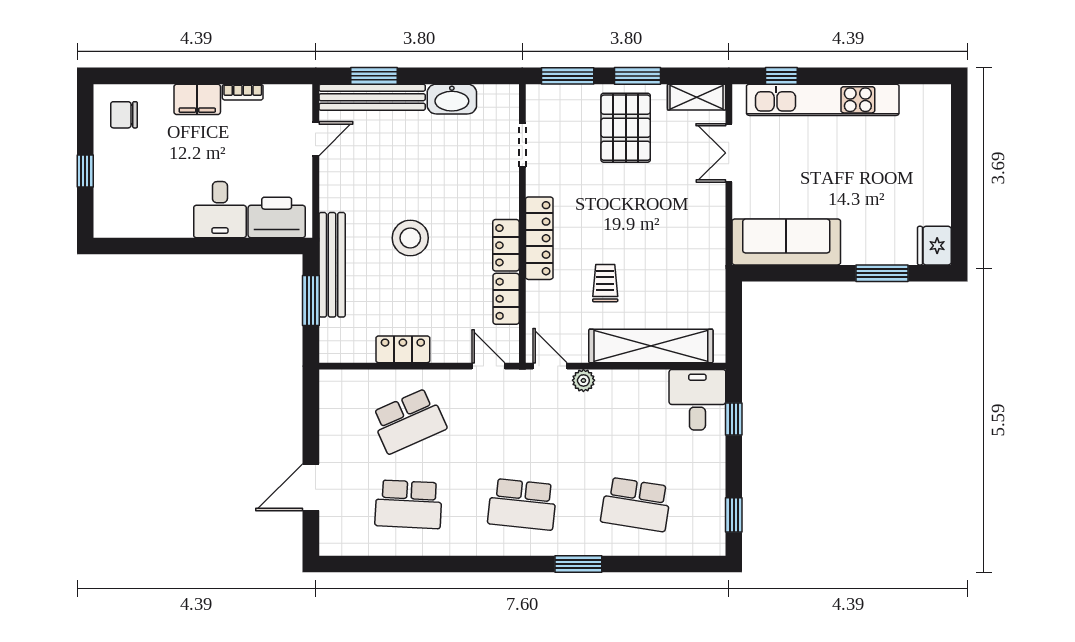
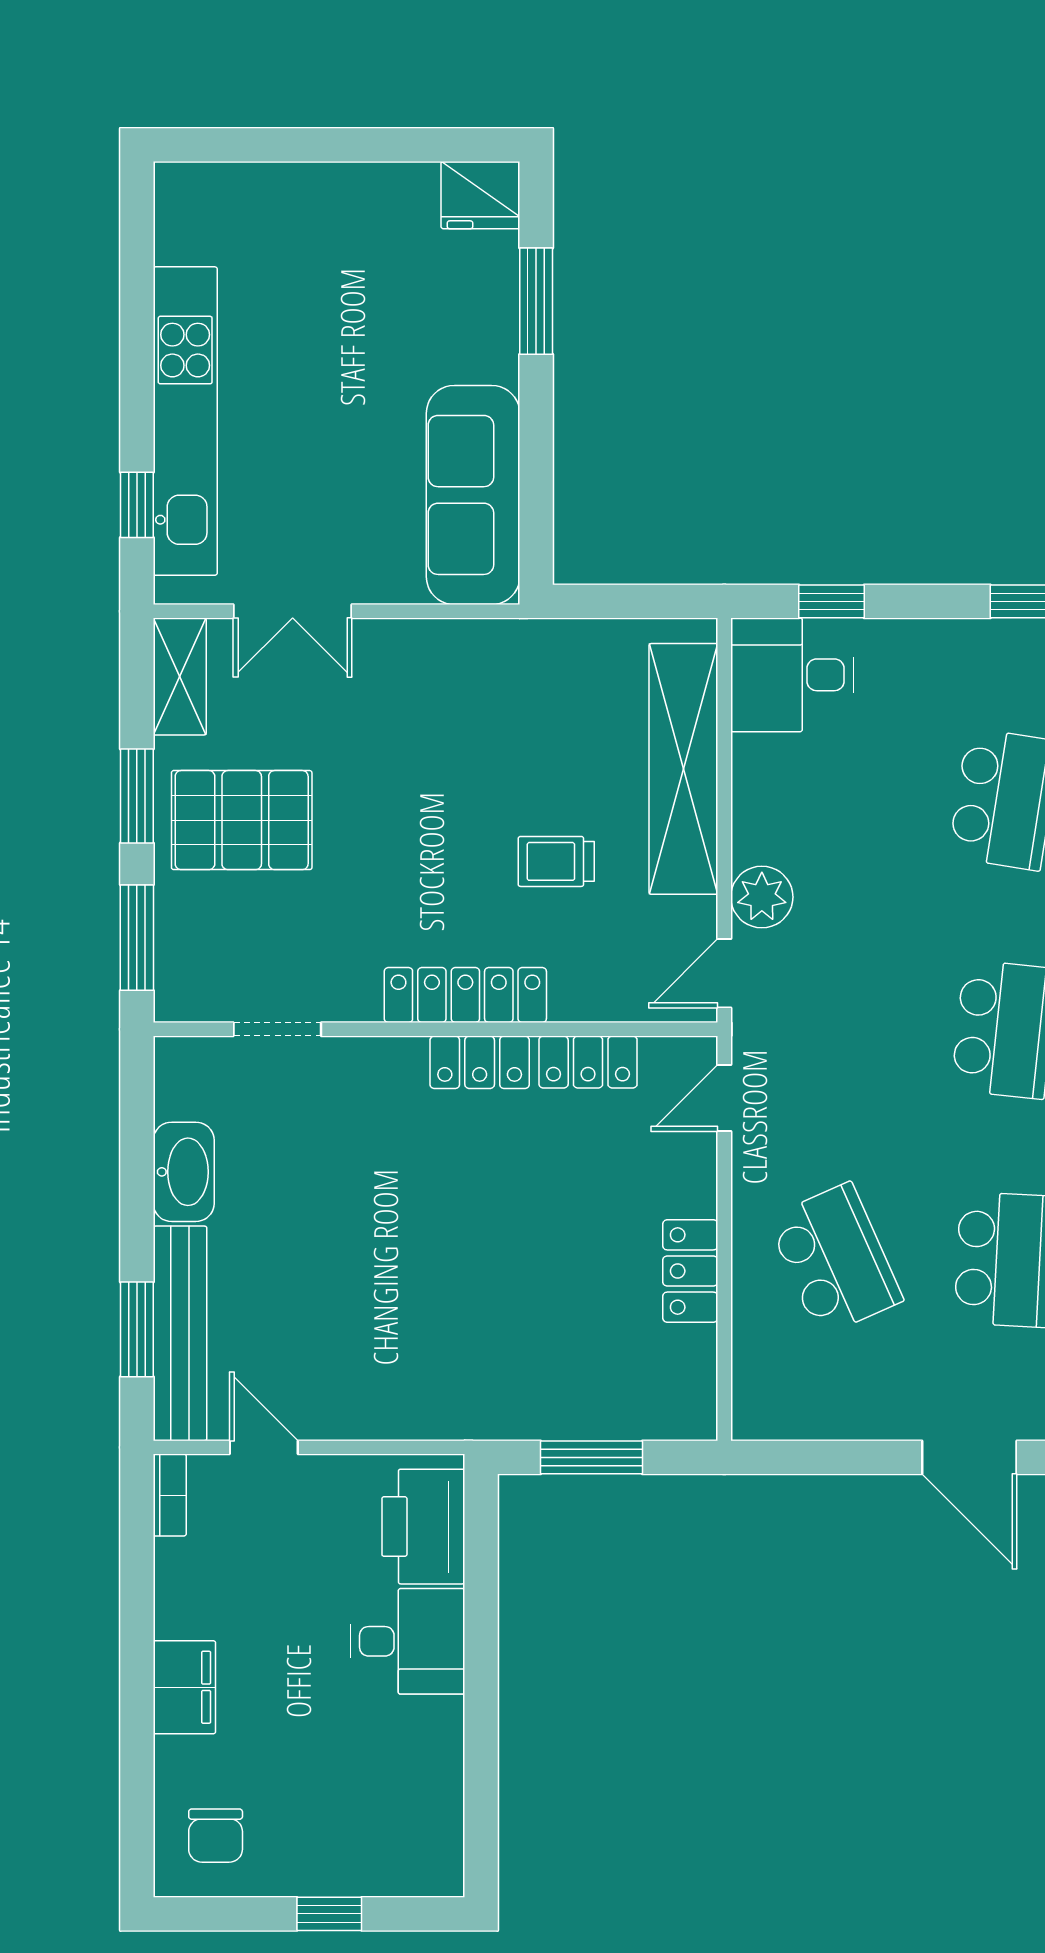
bookcase: (243, 92) -> (170, 1495), moved
stool: (410, 238) -> (465, 1256), removed
bench: (332, 265) -> (519, 1414), removed
plant: (583, 380) -> (762, 897), width x1.38, depth x1.38

